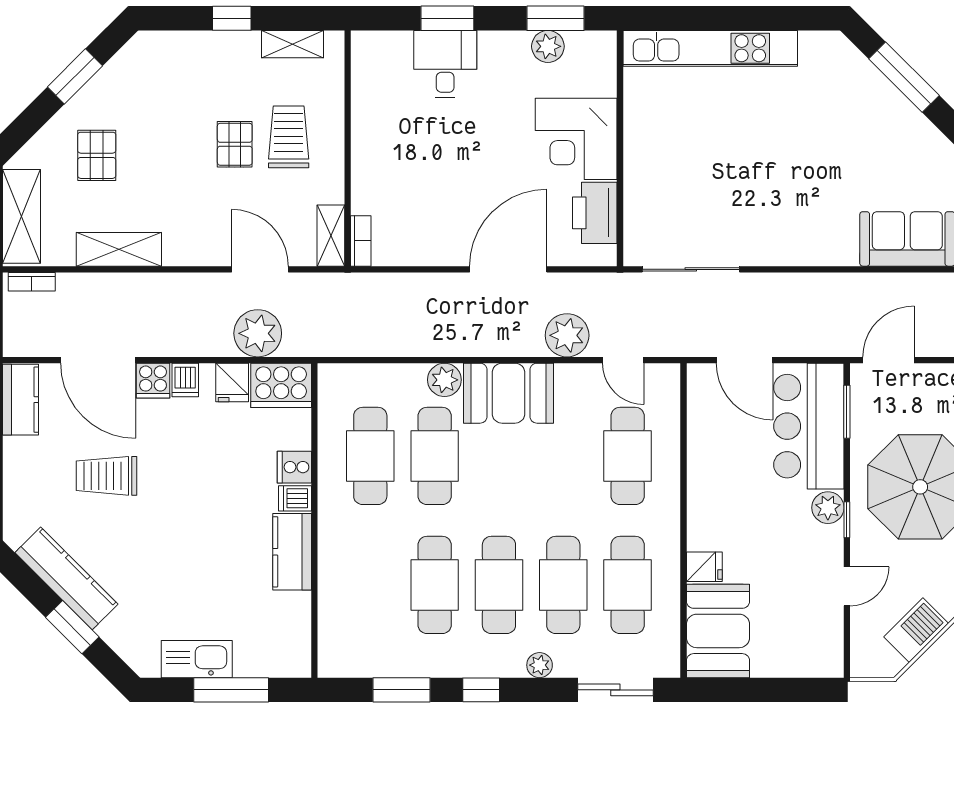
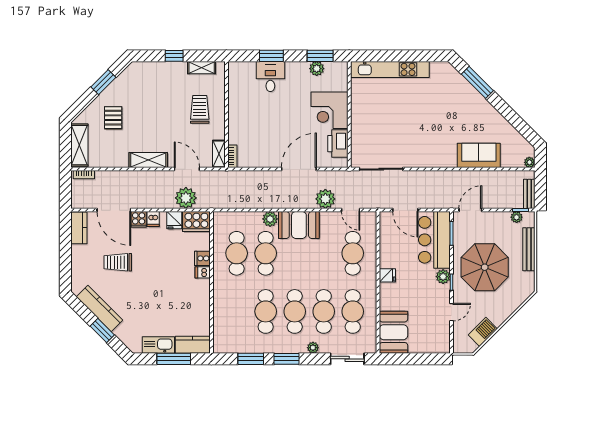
pallet: (235, 144) -> (175, 113), removed
shelving: (119, 249) -> (148, 160), moved
kitchen counter: (292, 552) -> (193, 345), moved, turned 90
fridge: (704, 567) -> (387, 275), moved
window: (481, 690) -> (287, 359), width x1.50

